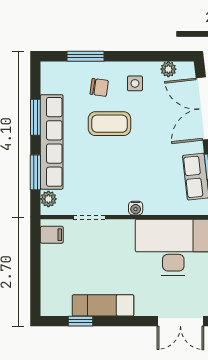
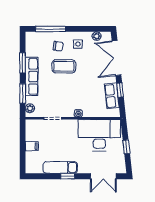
window: (85, 56) -> (50, 29), width x1.44
row of seats: (52, 142) -> (32, 77), width x0.73
filing cabinet: (52, 235) -> (32, 146), moved
window: (81, 321) -> (68, 176), moved

